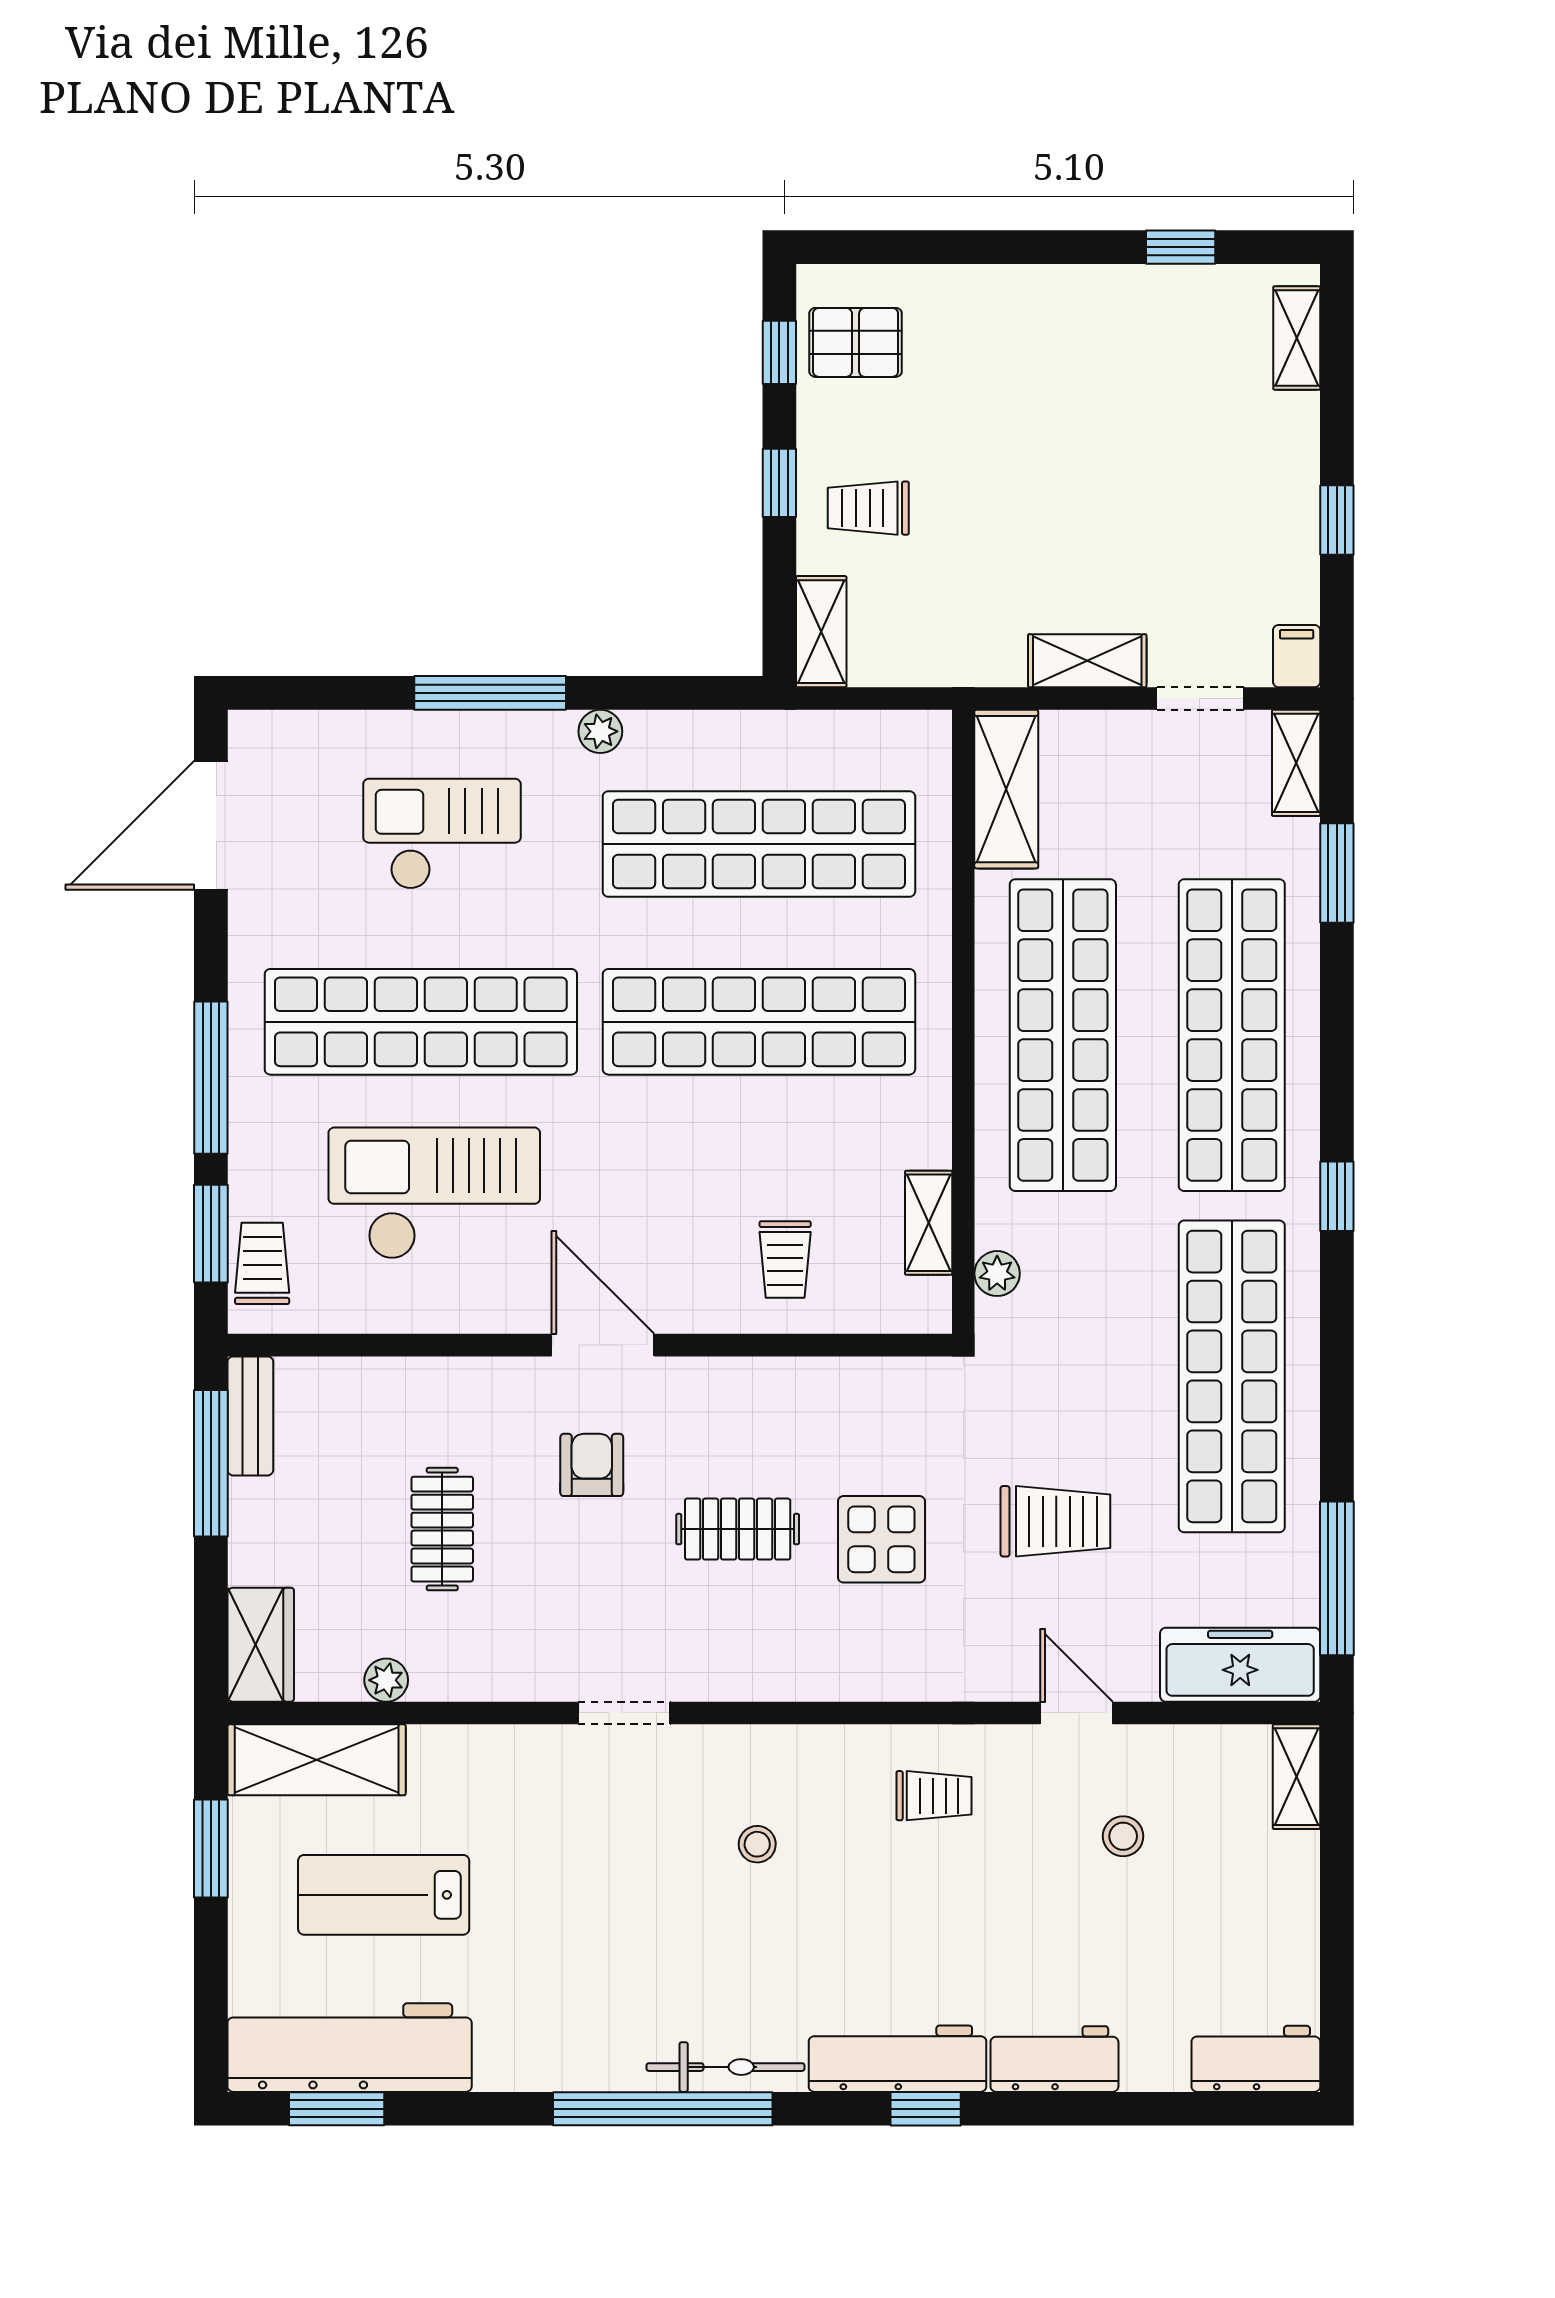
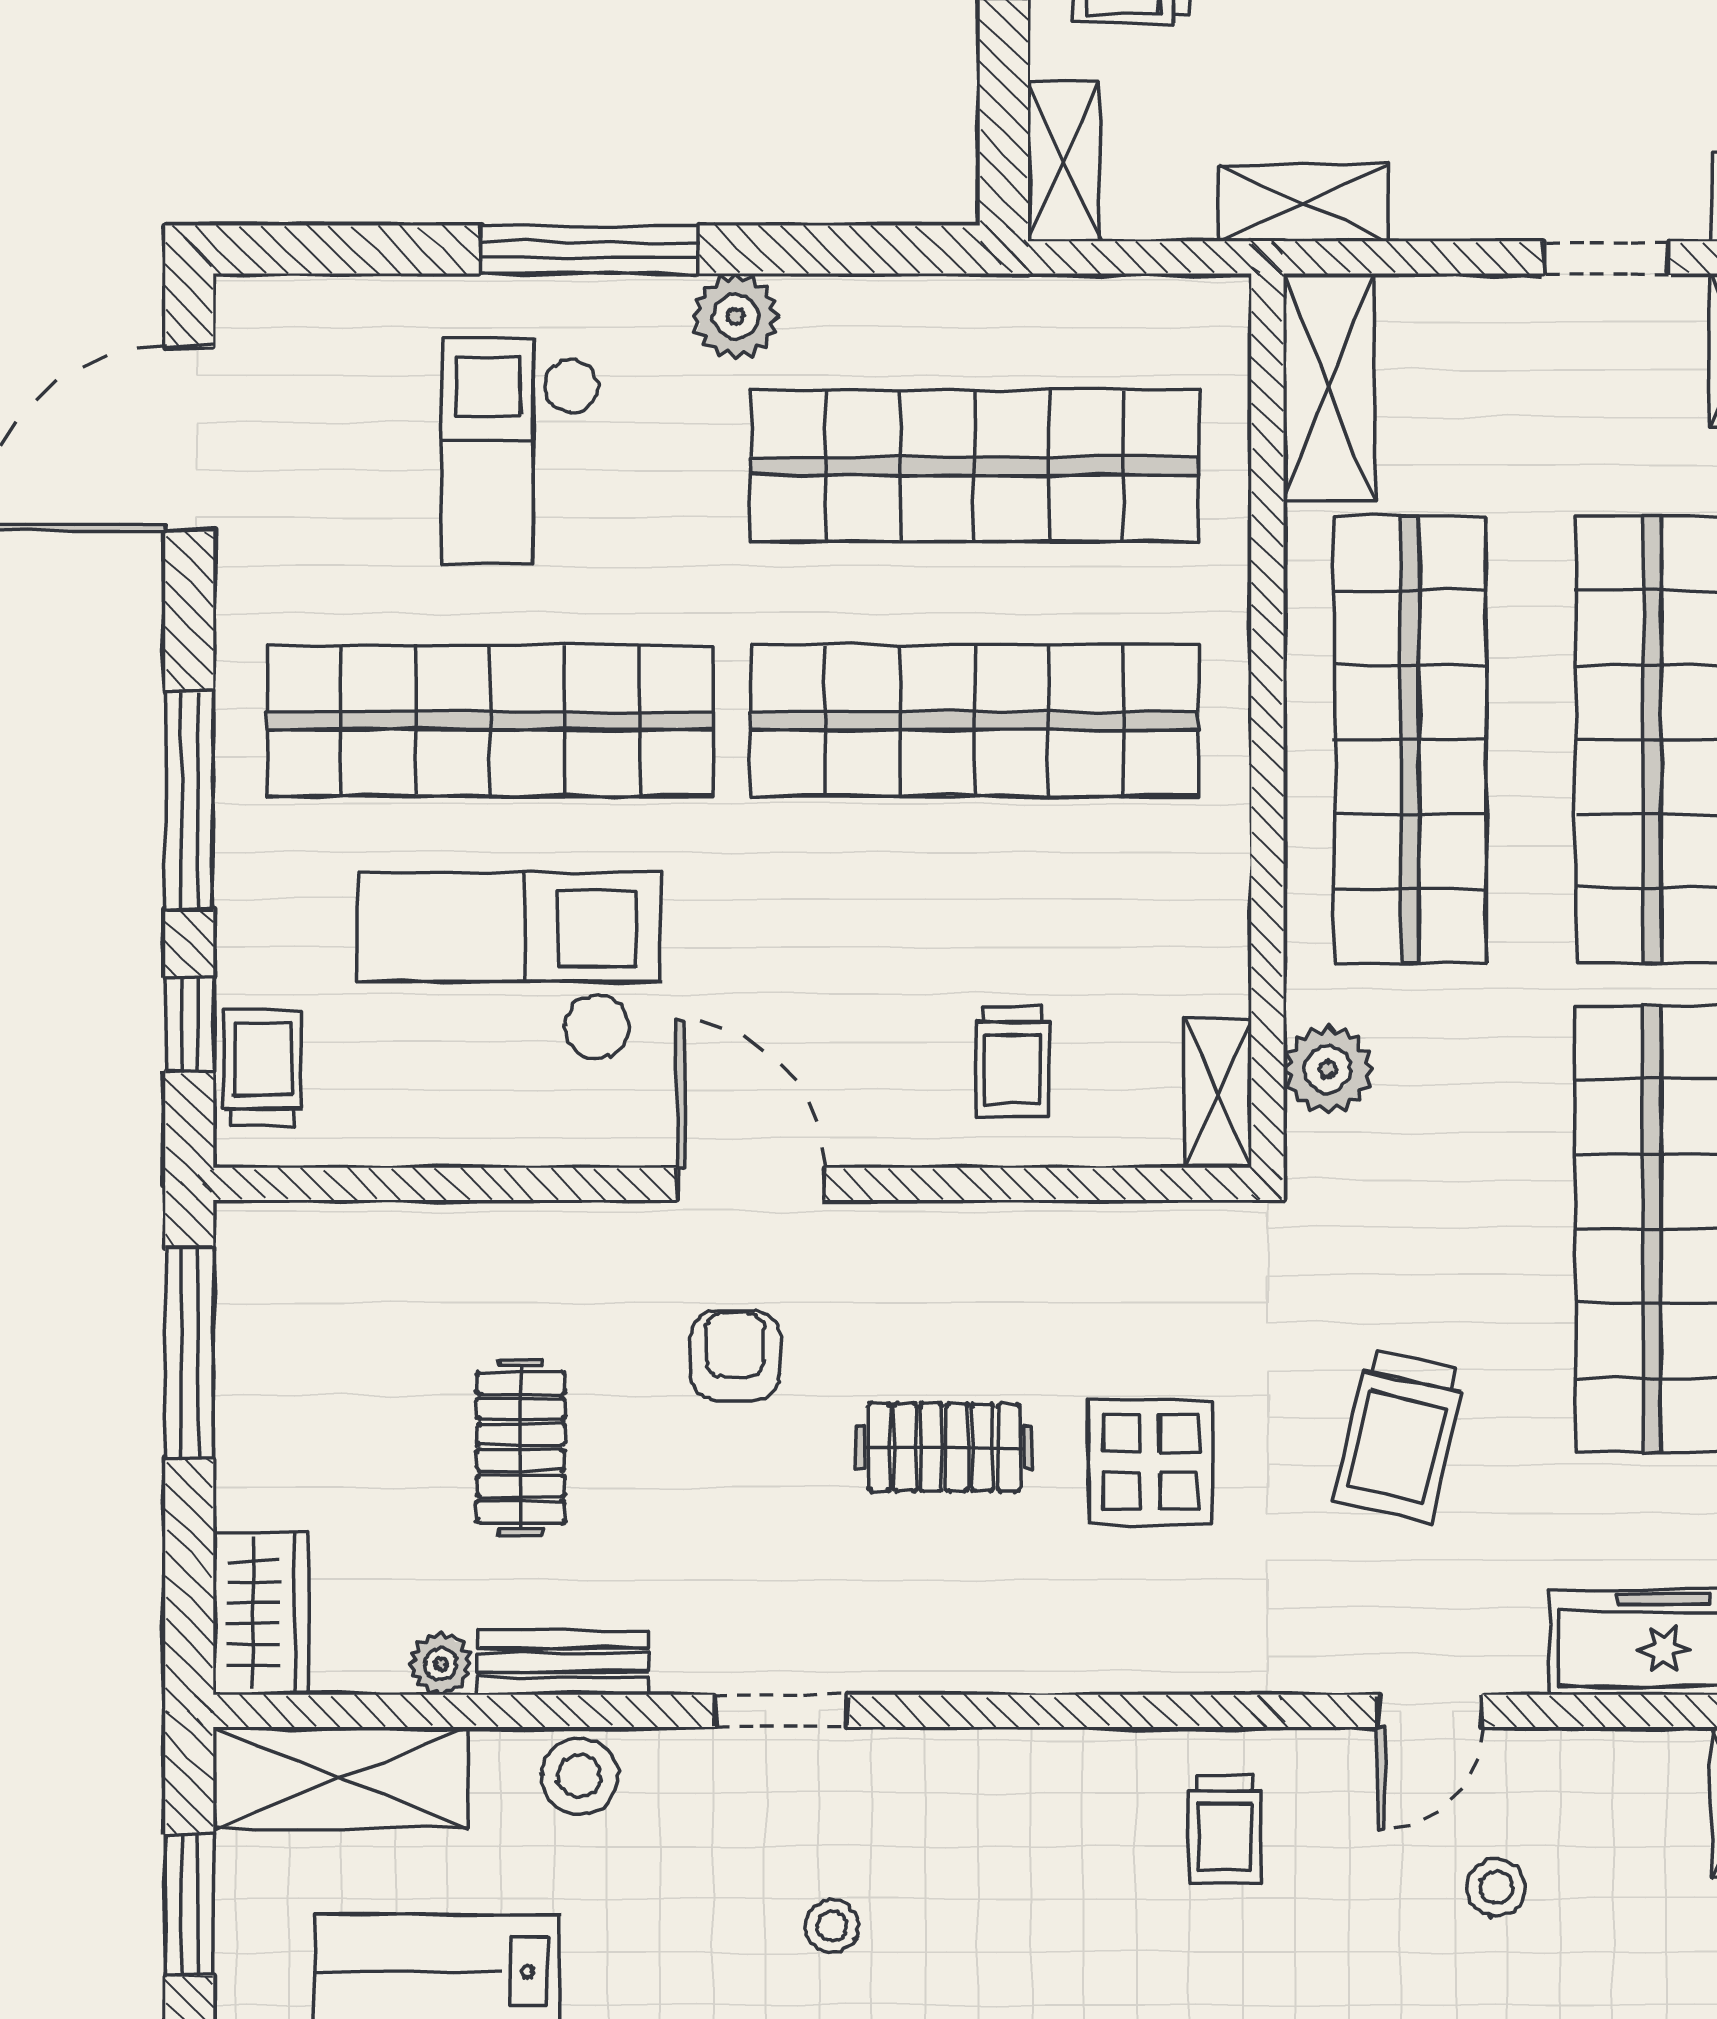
shelving: (1087, 661) -> (1303, 203), moved
plant: (600, 731) -> (736, 316), width x1.38, depth x1.38
checkout: (442, 834) -> (520, 451), turned -90
shelving: (929, 1223) -> (1218, 1093), moved
window: (211, 1234) -> (189, 1024), width x0.67
plant: (997, 1274) -> (1328, 1069), width x1.38, depth x1.38
bench: (250, 1416) -> (563, 1662), moved, turned 90
trolley: (1055, 1521) -> (1399, 1436), turned 103
door: (1077, 1713) -> (1430, 1711), swing flipped
stool: (483, 1759) -> (580, 1776), added
trolley: (934, 1796) -> (1225, 1829), turned 90
stool: (757, 1844) -> (832, 1926), moved

